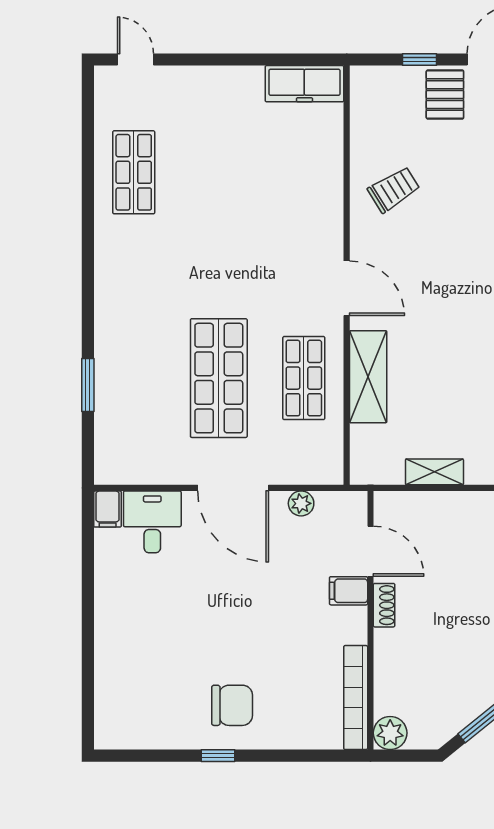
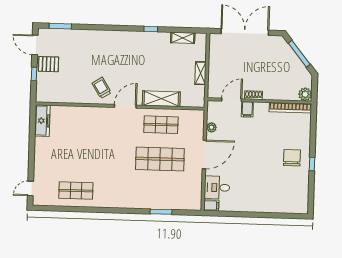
trolley: (394, 189) -> (102, 88), moved

